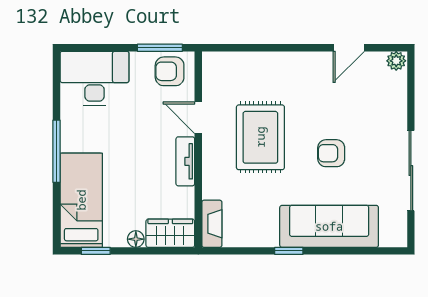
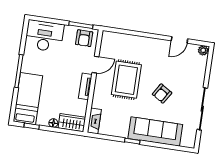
armchair: (170, 71) -> (84, 38), turned -90
door: (198, 118) -> (95, 65), swing flipped
armchair: (331, 153) -> (162, 93), turned -58

